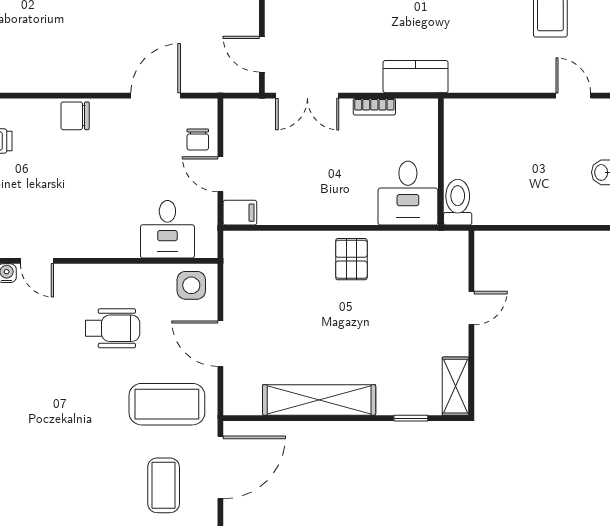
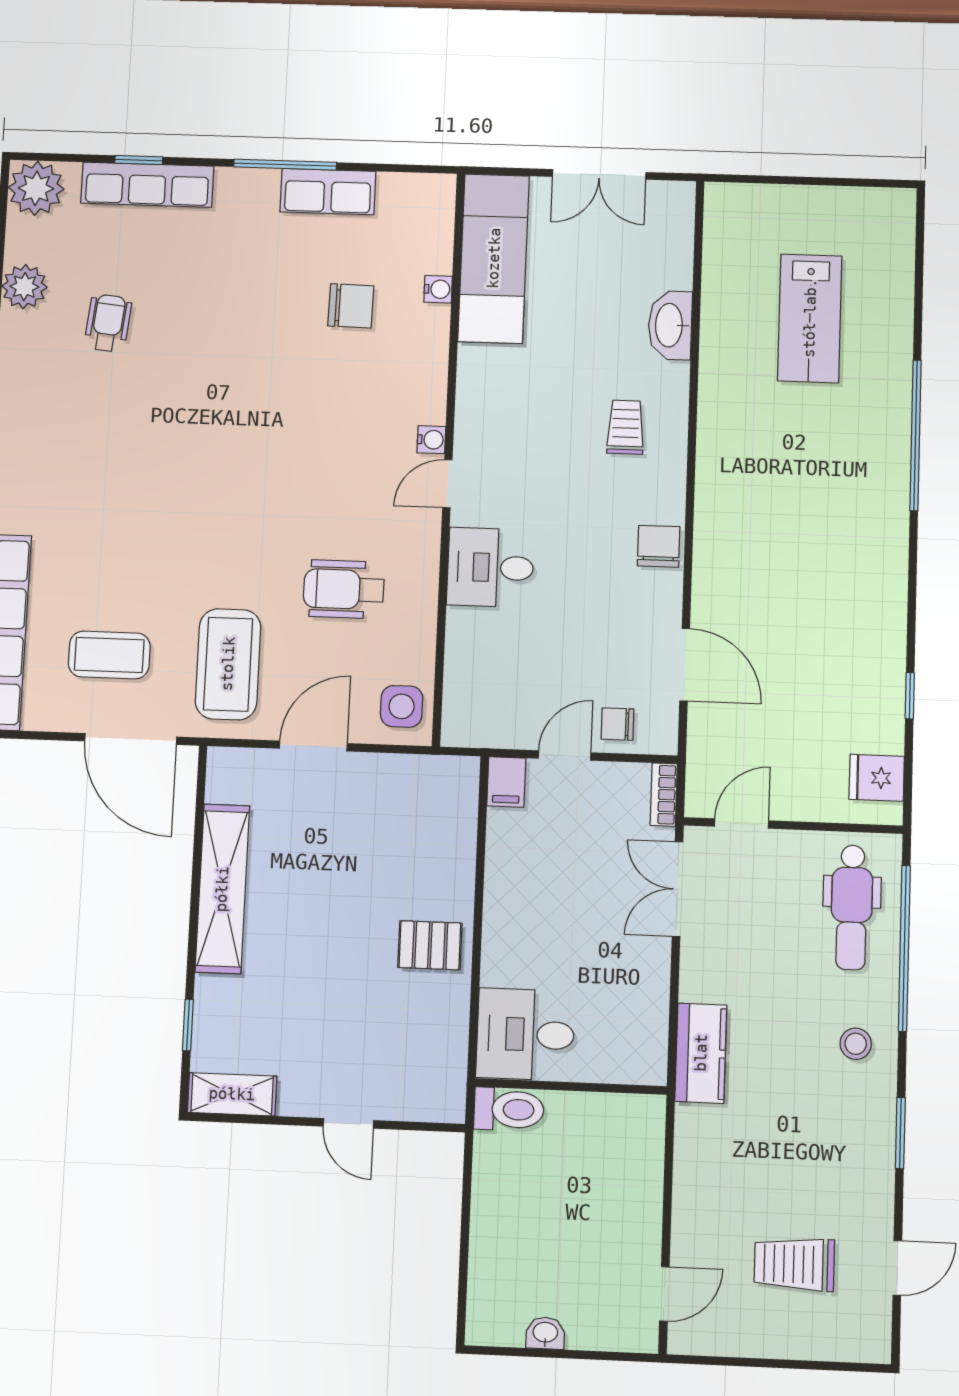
bookcase: (374, 107) -> (664, 795), moved
desk: (167, 229) -> (490, 567), moved
wheelchair: (112, 328) -> (344, 589), turned 90

